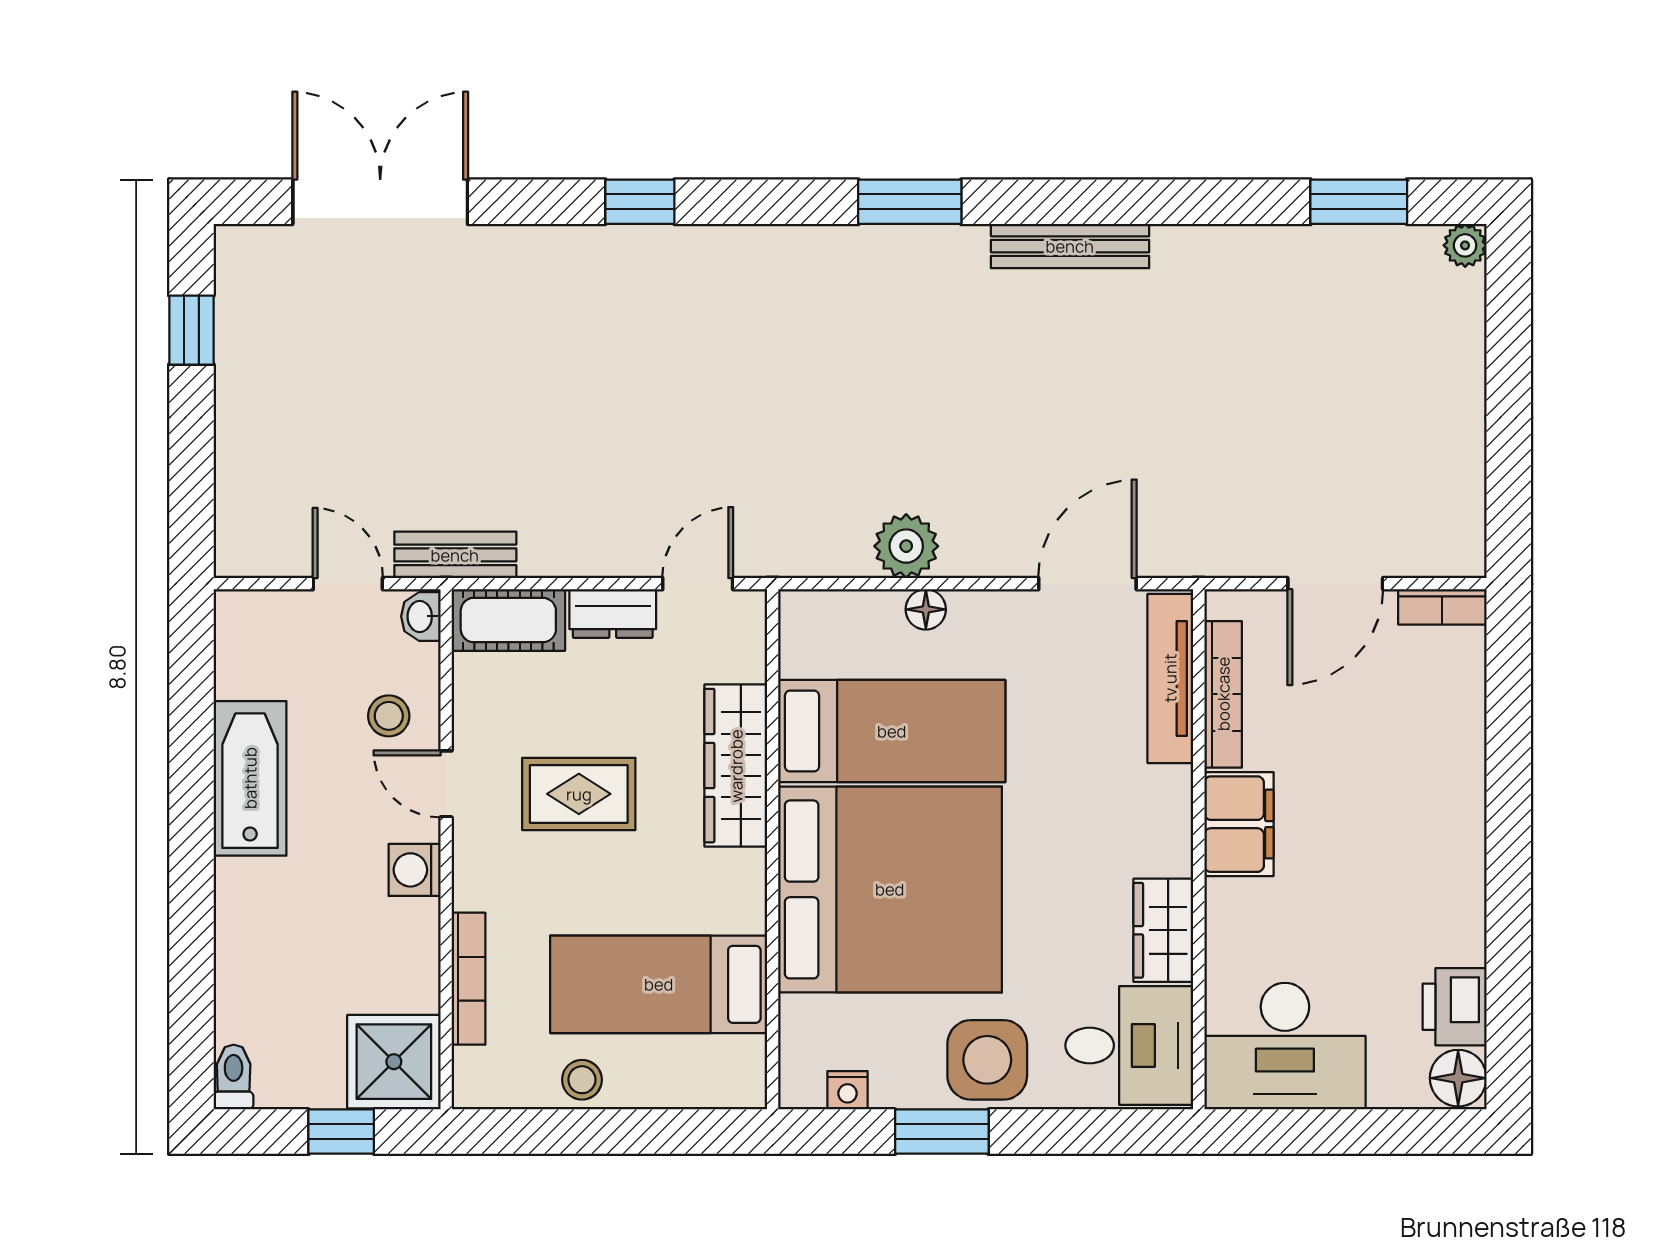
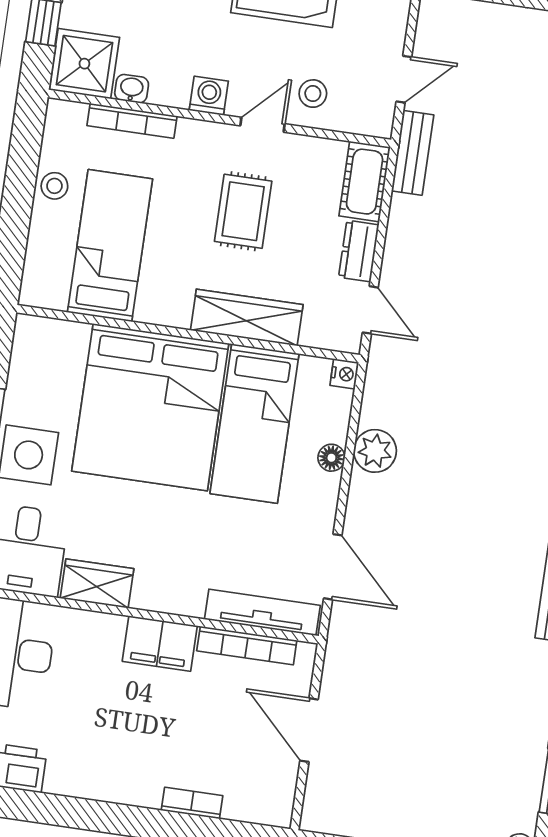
bookcase: (1442, 607) -> (192, 803), moved, turned 90
washbasin: (421, 616) -> (132, 89), moved
nightstand: (847, 1090) -> (344, 374), moved, turned 180

